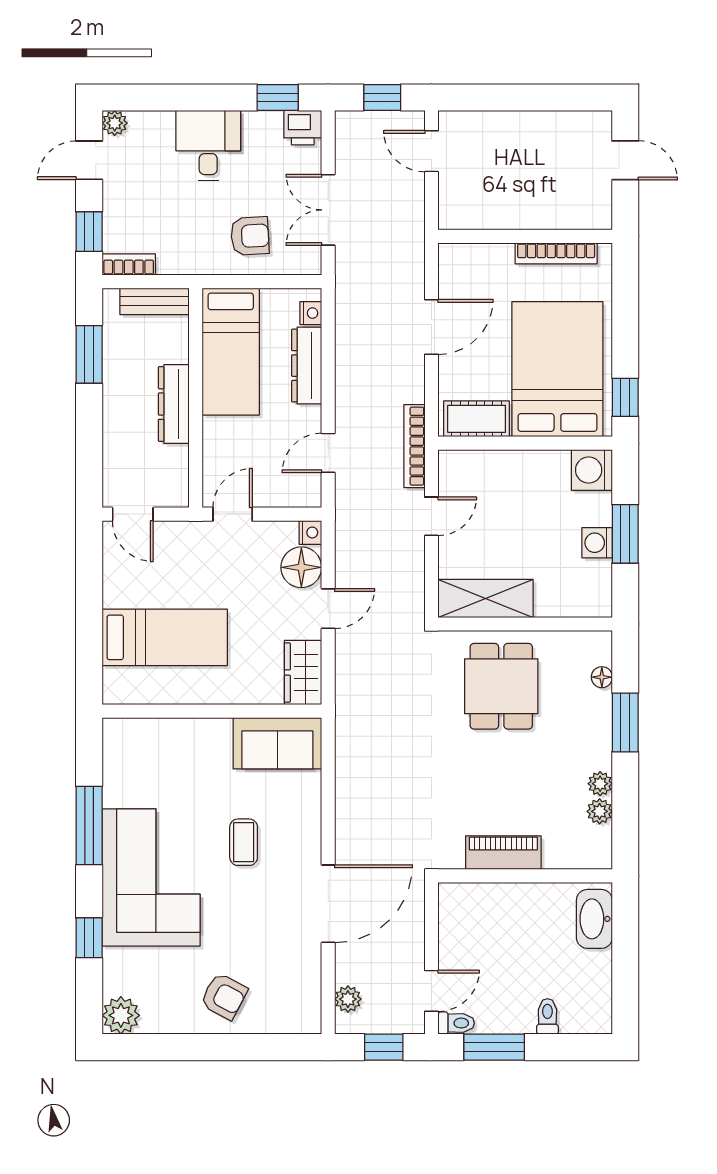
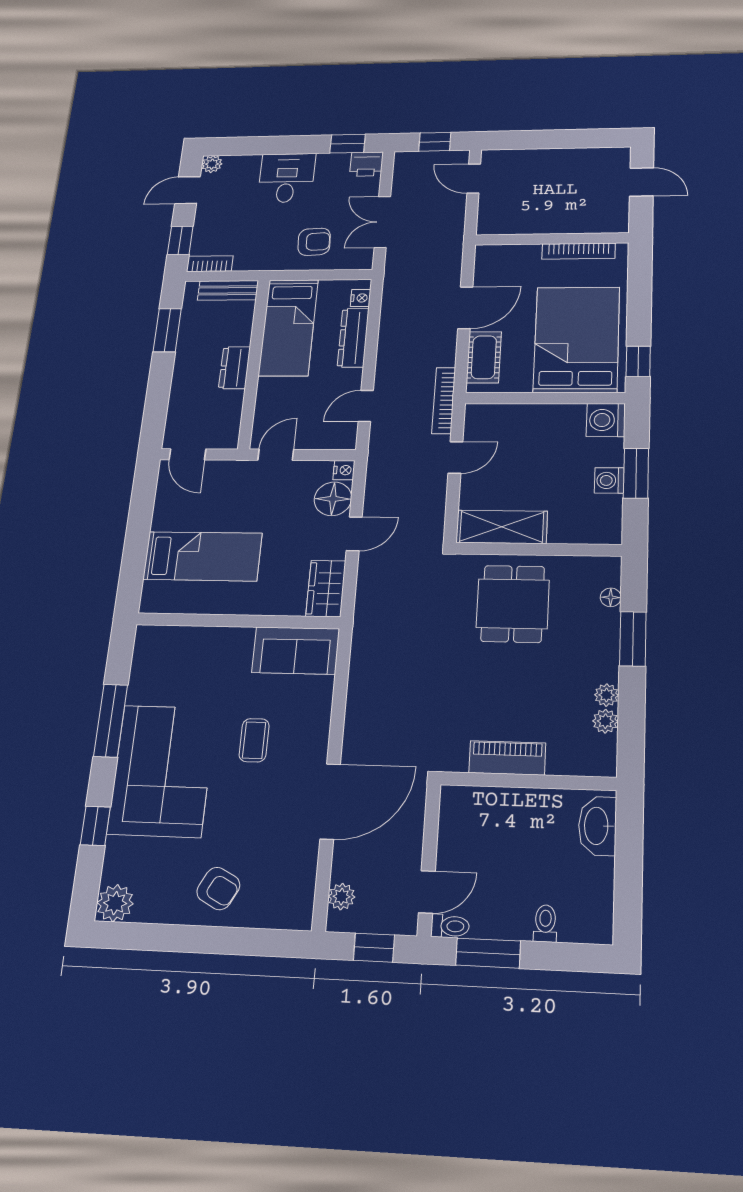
dresser: (174, 404) -> (234, 368), width x0.70
cot: (477, 419) -> (484, 357), moved, turned 90

